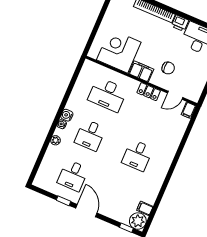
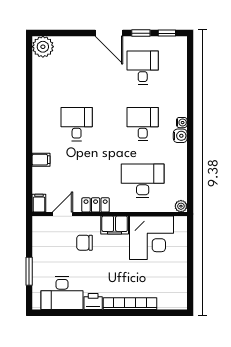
plant: (55, 140) -> (181, 206), moved
filing cabinet: (145, 208) -> (41, 160), moved
window: (126, 228) -> (167, 33), moved

